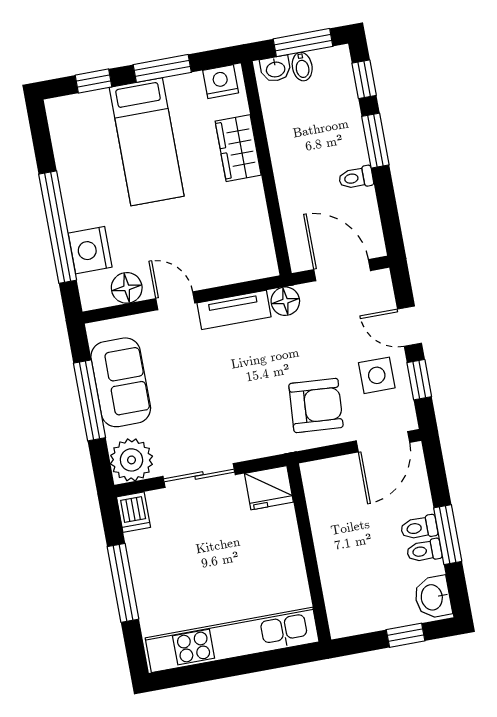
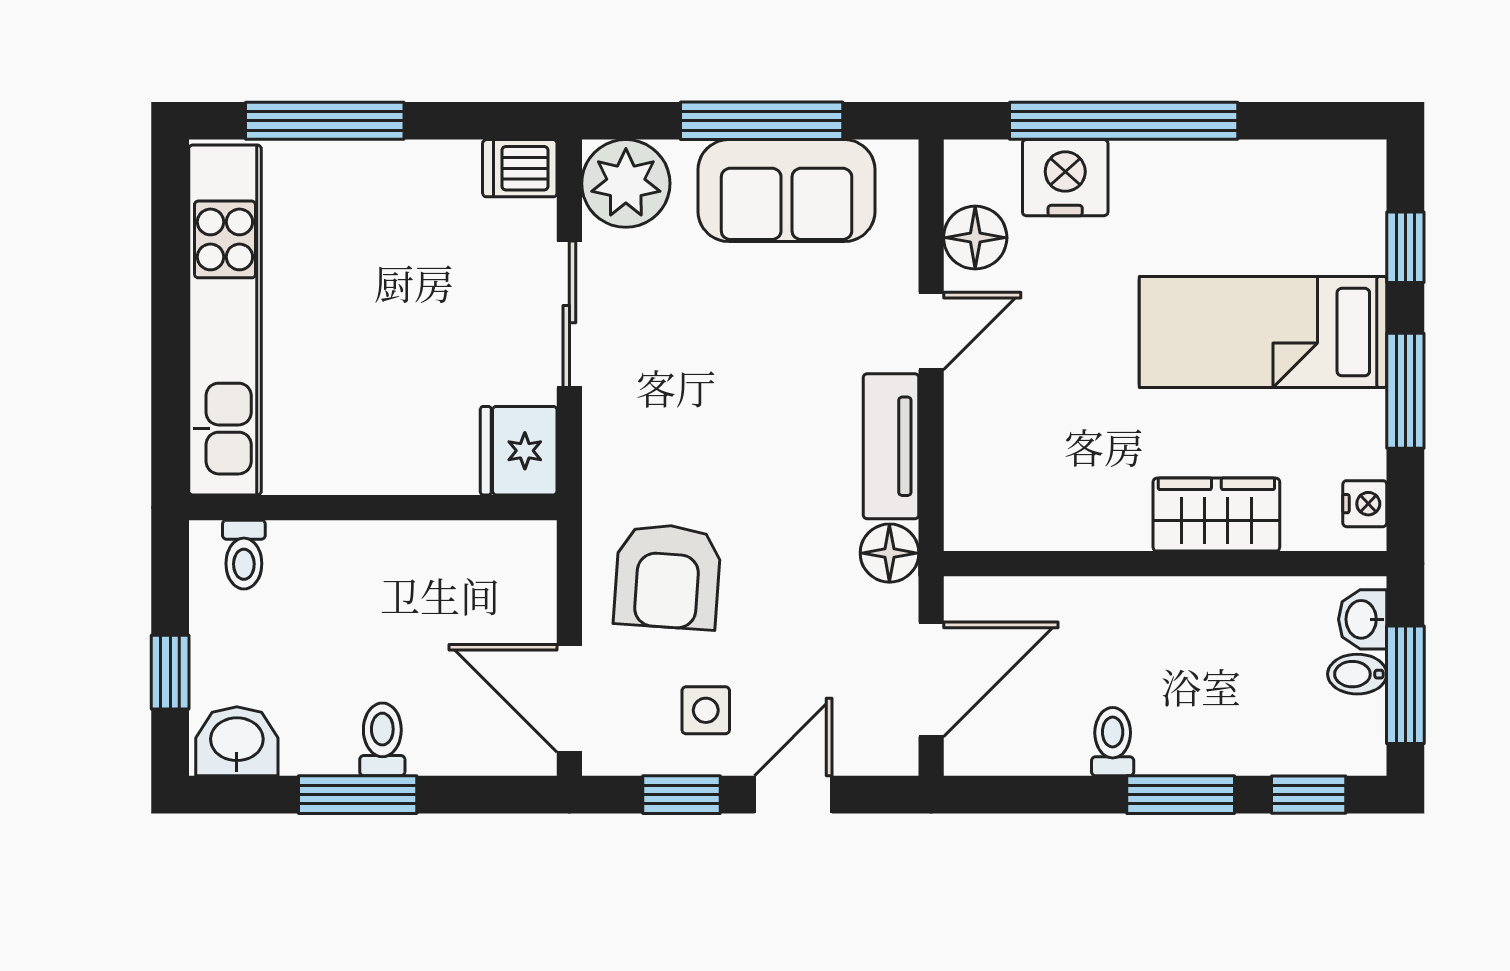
nightstand: (221, 82) -> (1365, 504), width x0.72, depth x0.74
side table: (377, 375) -> (706, 710), width x0.73, depth x0.73
toilet: (424, 551) -> (244, 555), moved, turned 180
window: (123, 583) -> (325, 121), moved

